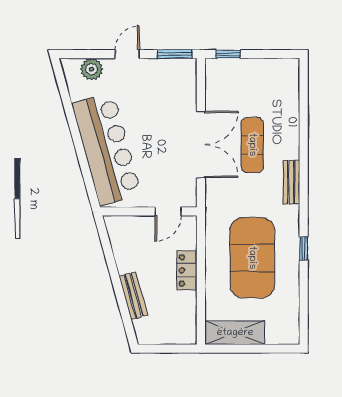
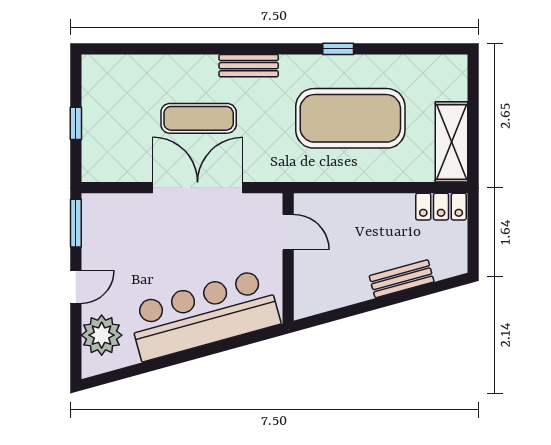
door: (127, 54) -> (76, 287), swing flipped
window: (228, 54) -> (76, 123), moved
plant: (92, 69) -> (102, 335), width x1.36, depth x1.36
locker: (187, 270) -> (441, 207), moved

